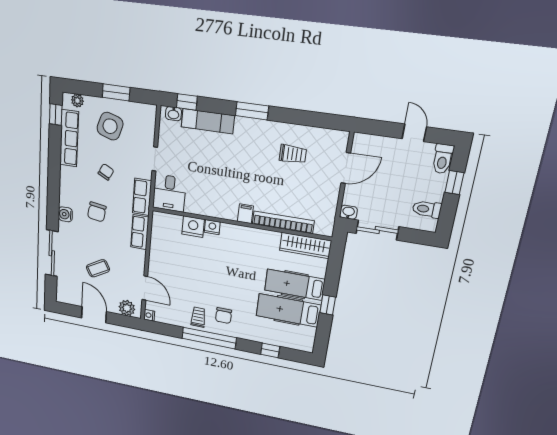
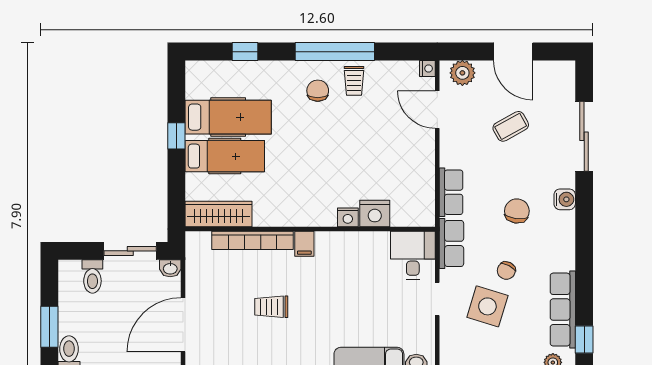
side table: (110, 126) -> (487, 306), moved
trolley: (293, 154) -> (271, 307), moved
door: (346, 168) -> (183, 325), width x1.36
window: (454, 183) -> (49, 327), width x1.50
toilet: (427, 209) -> (92, 277), moved, turned 90

